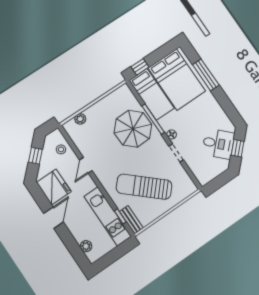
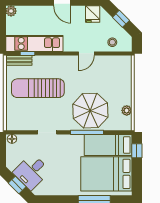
plant: (80, 119) -> (127, 110), moved
floor lamp: (172, 134) -> (12, 139), moved
door: (86, 165) -> (86, 53), swing flipped
fridge: (54, 187) -> (93, 14), width x0.53, depth x0.75
sun lounger: (144, 187) -> (38, 88), turned -132
plant: (86, 246) -> (11, 11), moved

